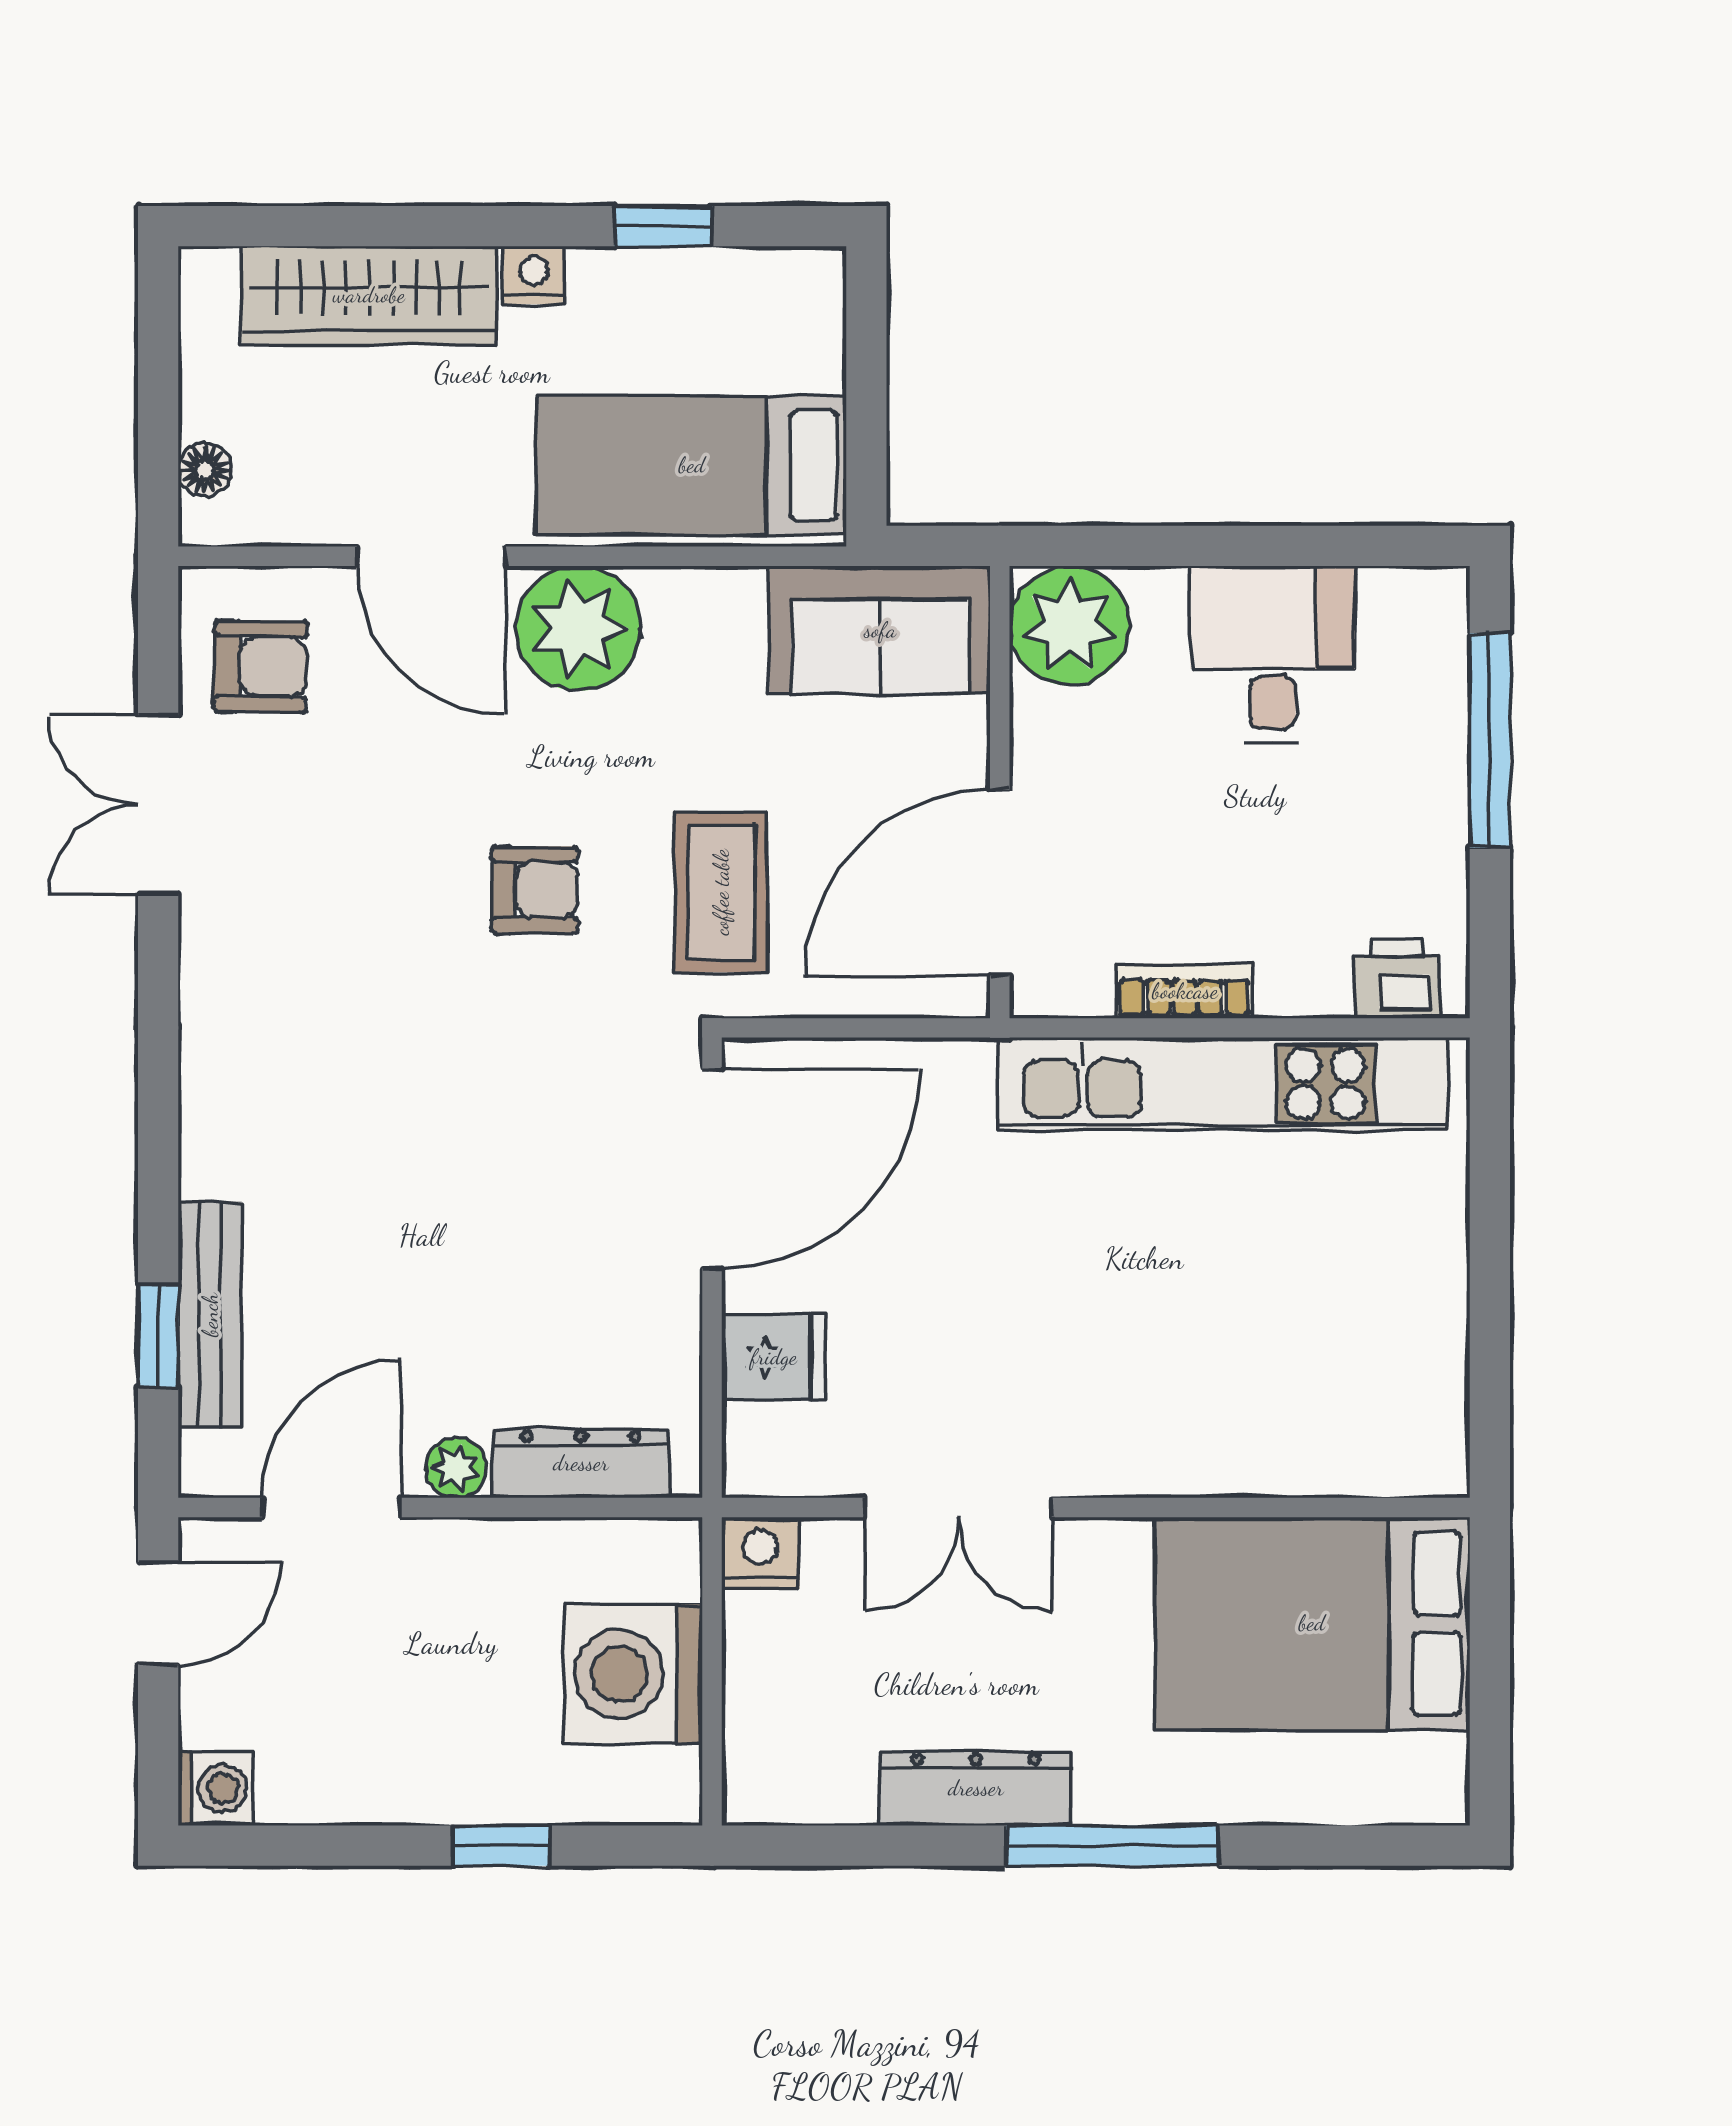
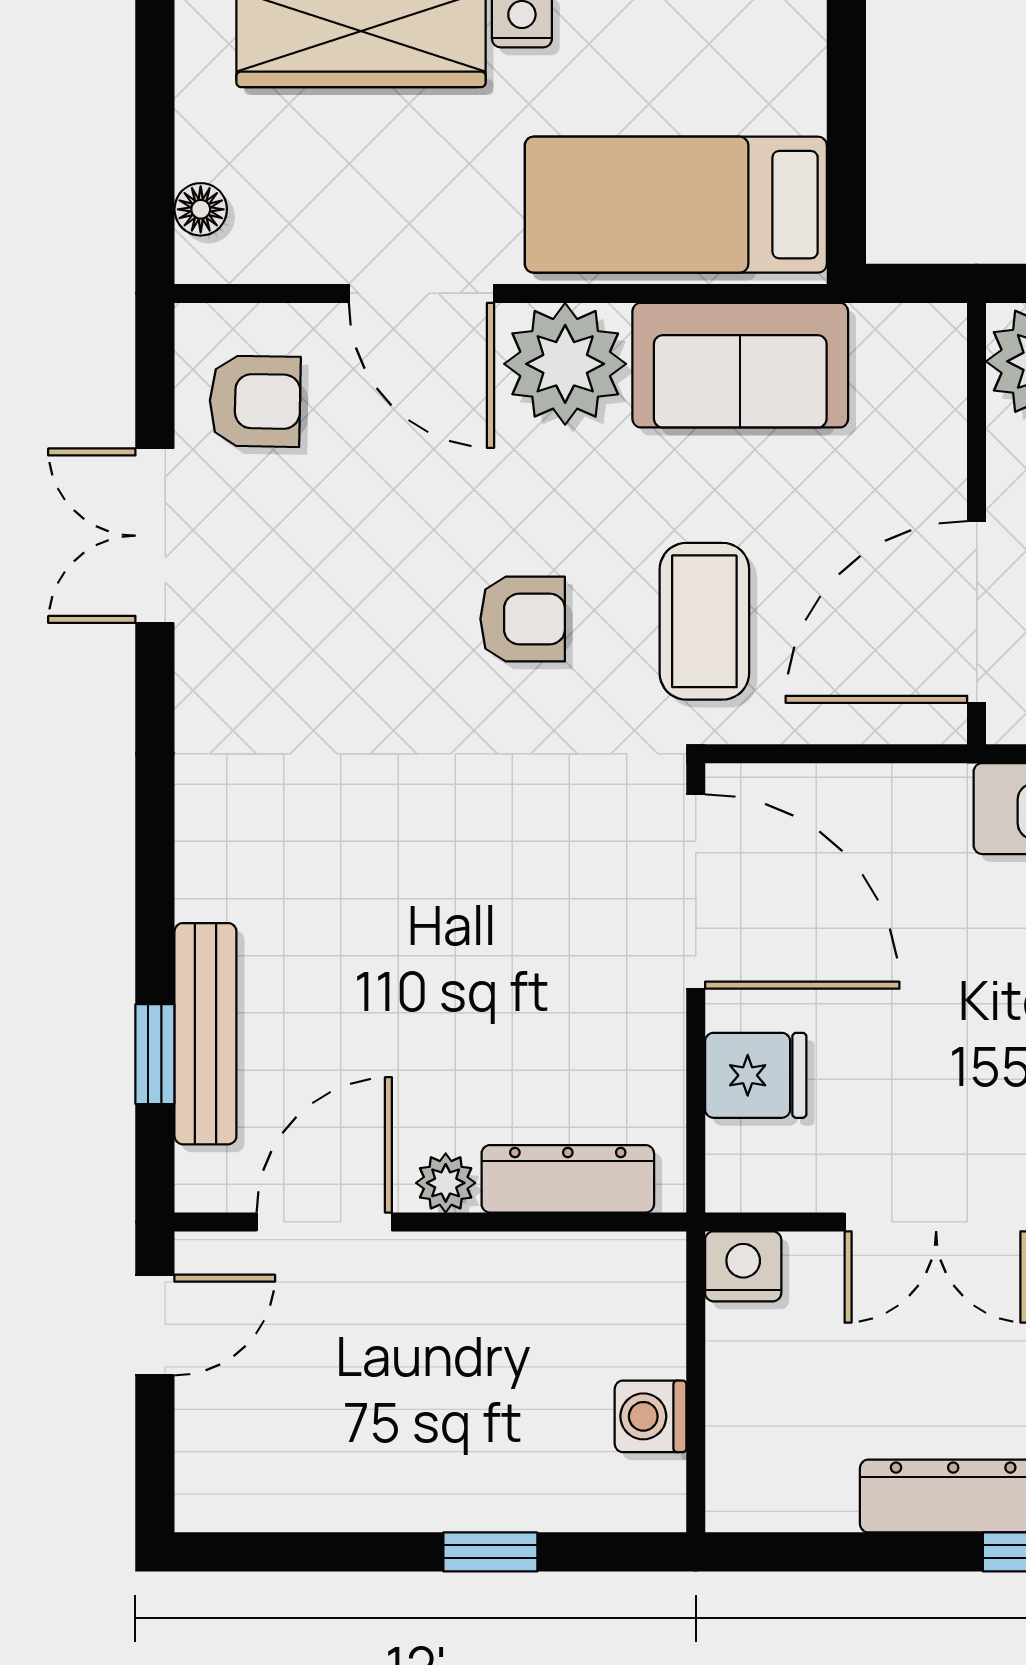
sofa: (880, 630) -> (740, 365), moved
door: (712, 1169) -> (696, 891), hinge flipped
washing machine: (633, 1674) -> (650, 1416), width x0.53, depth x0.53
washing machine: (215, 1788) -> (211, 1496), removed

